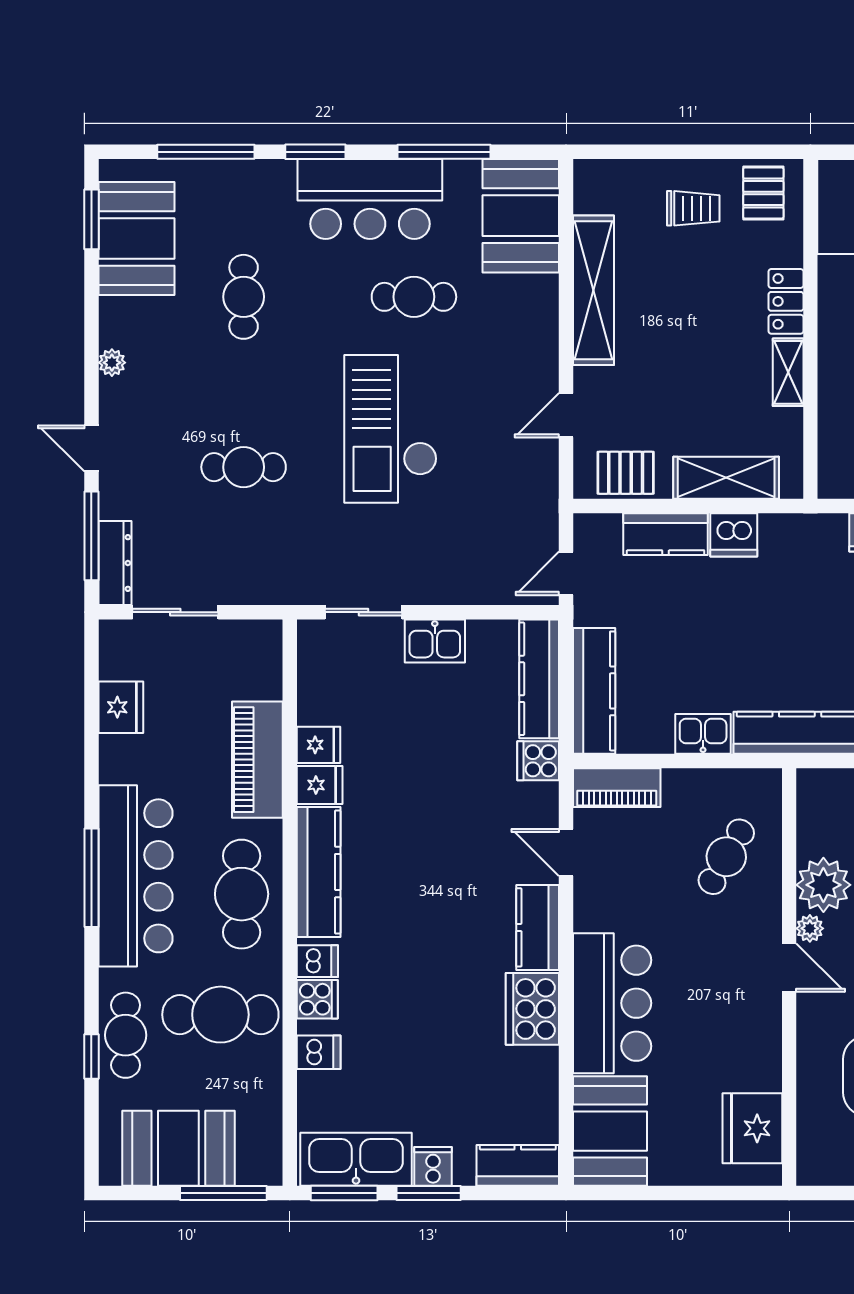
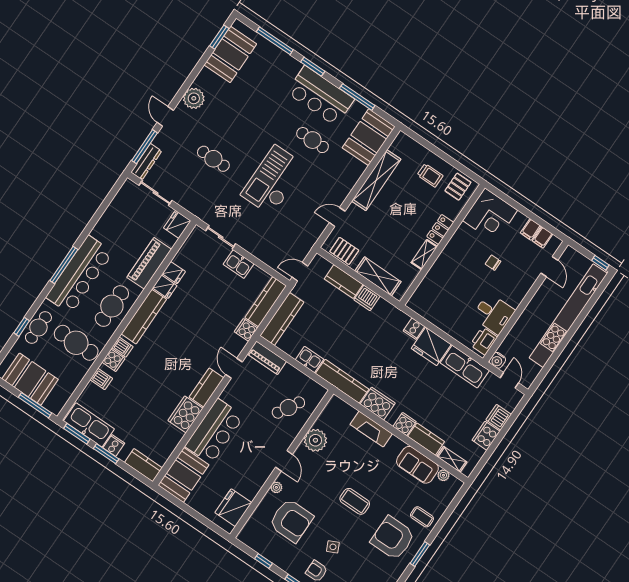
cafe table: (244, 297) -> (254, 100), removed
plant: (112, 363) -> (194, 98), width x1.88, depth x1.88
fridge: (121, 707) -> (177, 224), moved, turned 180
plant: (810, 928) -> (276, 487), moved

